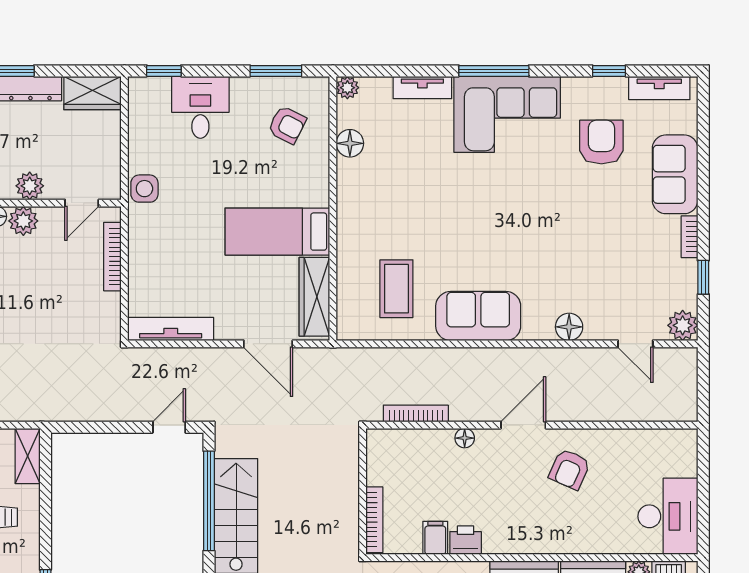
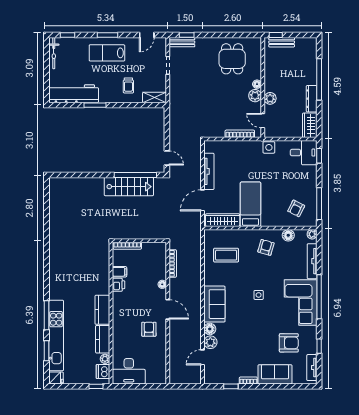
window: (276, 71) -> (319, 204), width x1.44
window: (494, 71) -> (319, 297), width x1.46
tv unit: (422, 88) -> (312, 261), width x1.41
desk: (200, 107) -> (304, 153), moved
armchair: (378, 195) -> (266, 247), added
side table: (489, 213) -> (259, 295), added
sofa: (478, 316) -> (214, 304), moved
plant: (683, 325) -> (210, 342), moved
tv unit: (171, 329) -> (209, 171), moved
armchair: (569, 469) -> (149, 329), turned 66

